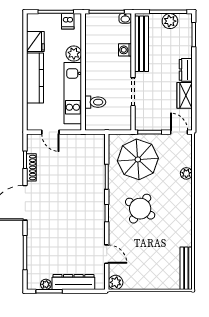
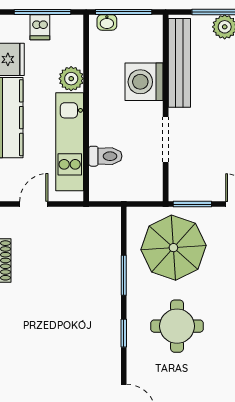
washbasin: (125, 18) -> (107, 22), moved
dishwasher: (68, 21) -> (40, 27), moved
washing machine: (125, 50) -> (144, 82), width x1.89, depth x1.89
door: (50, 132) -> (34, 204), swing flipped
round table: (140, 209) -> (177, 326), turned -32

